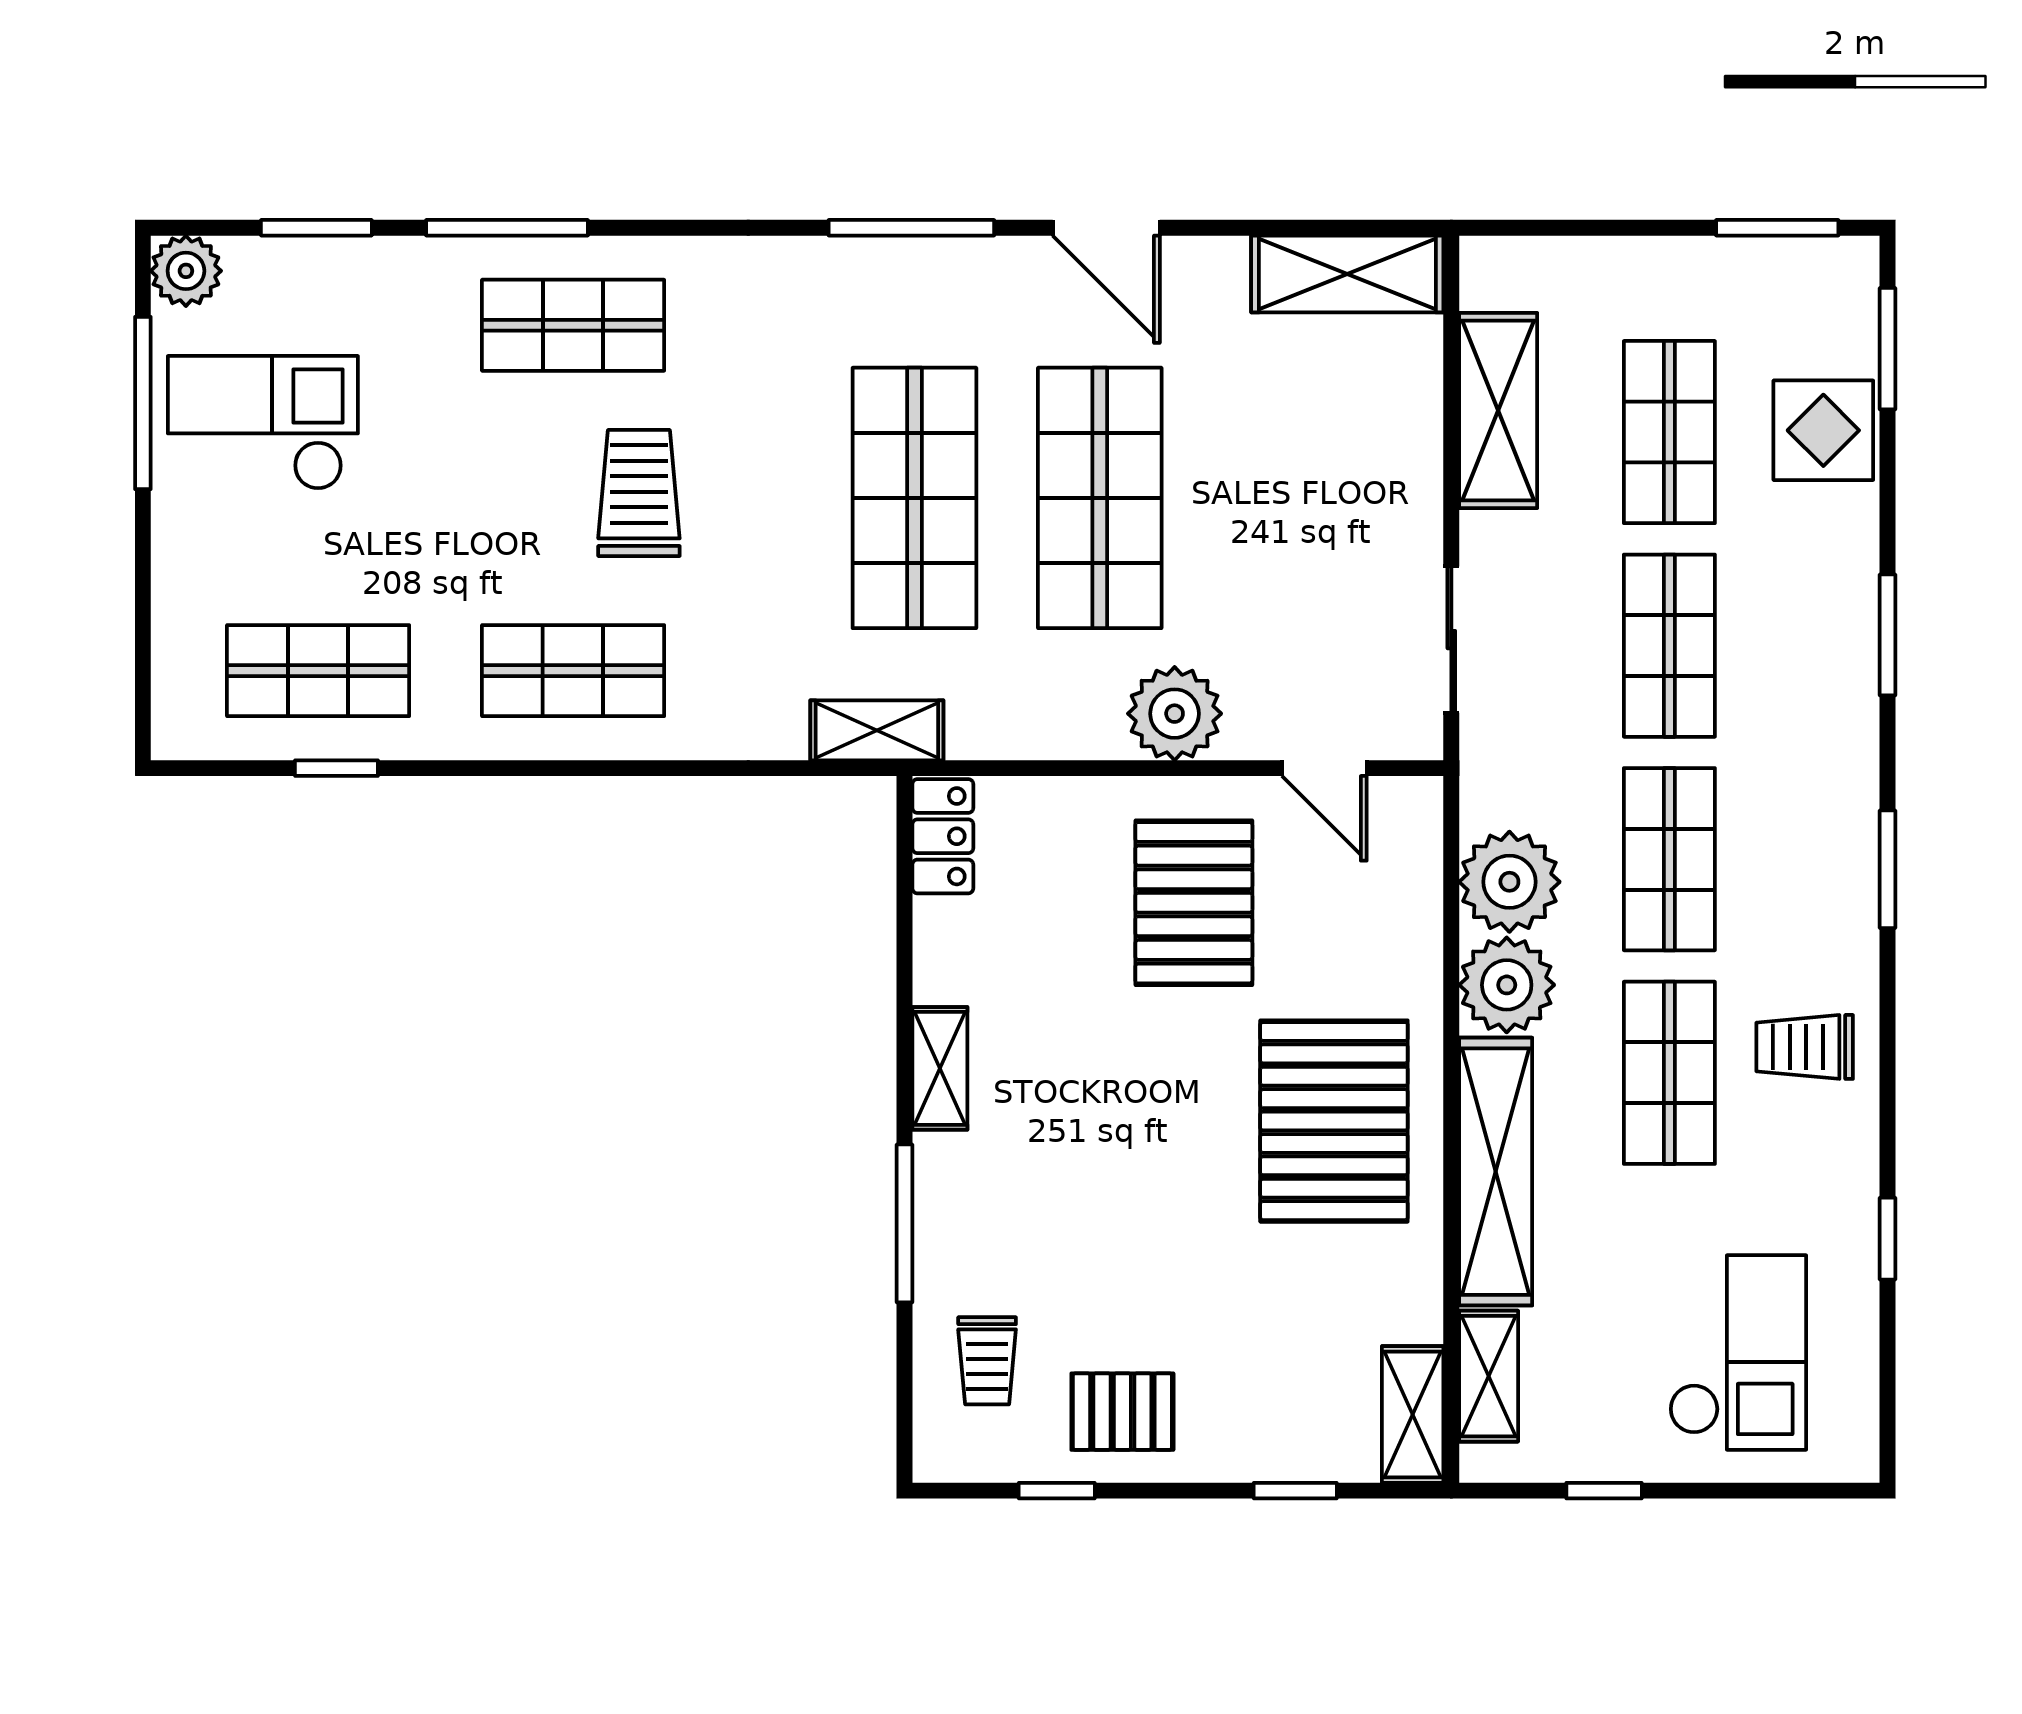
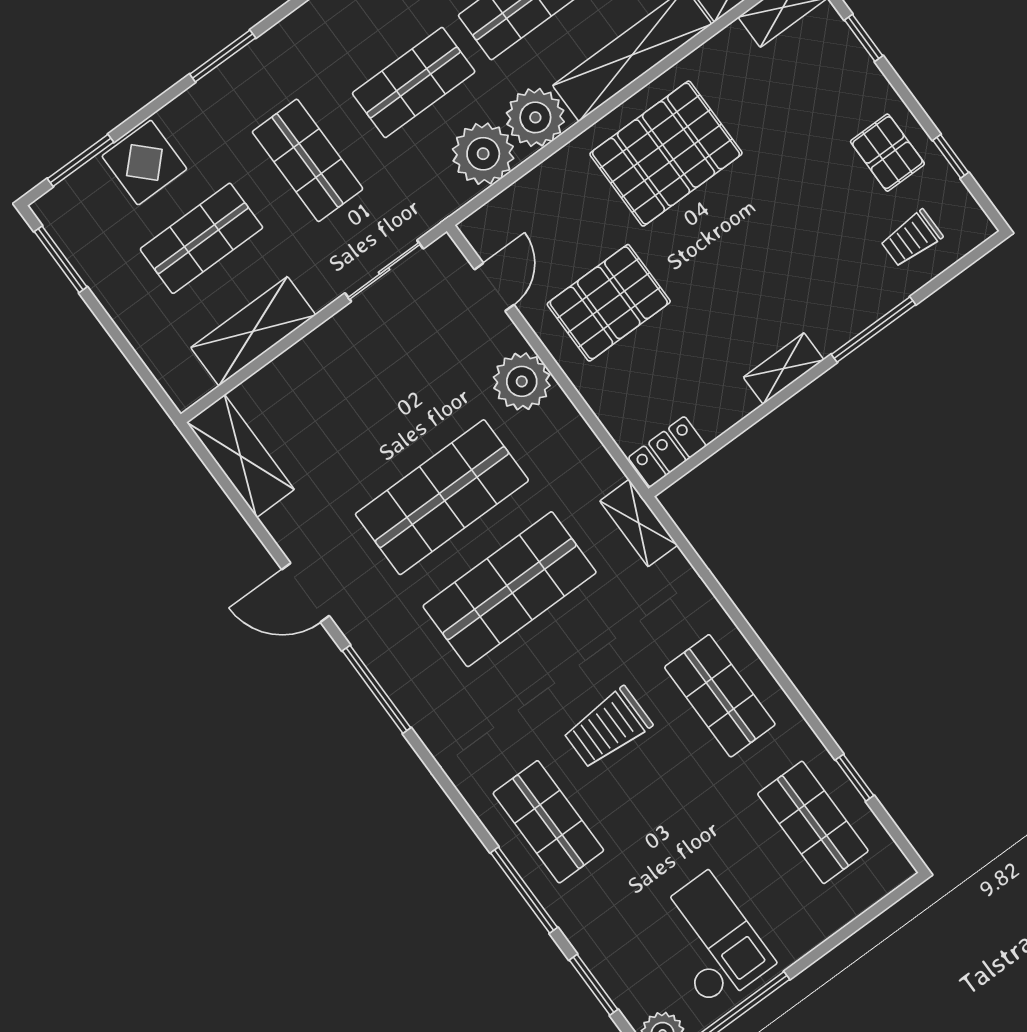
door: (1106, 228) -> (305, 593), swing flipped
checkout: (263, 423) -> (710, 940), turned 180
shop shelf: (1669, 646) -> (308, 160), turned 90
trolley: (987, 1361) -> (912, 238), turned 180

